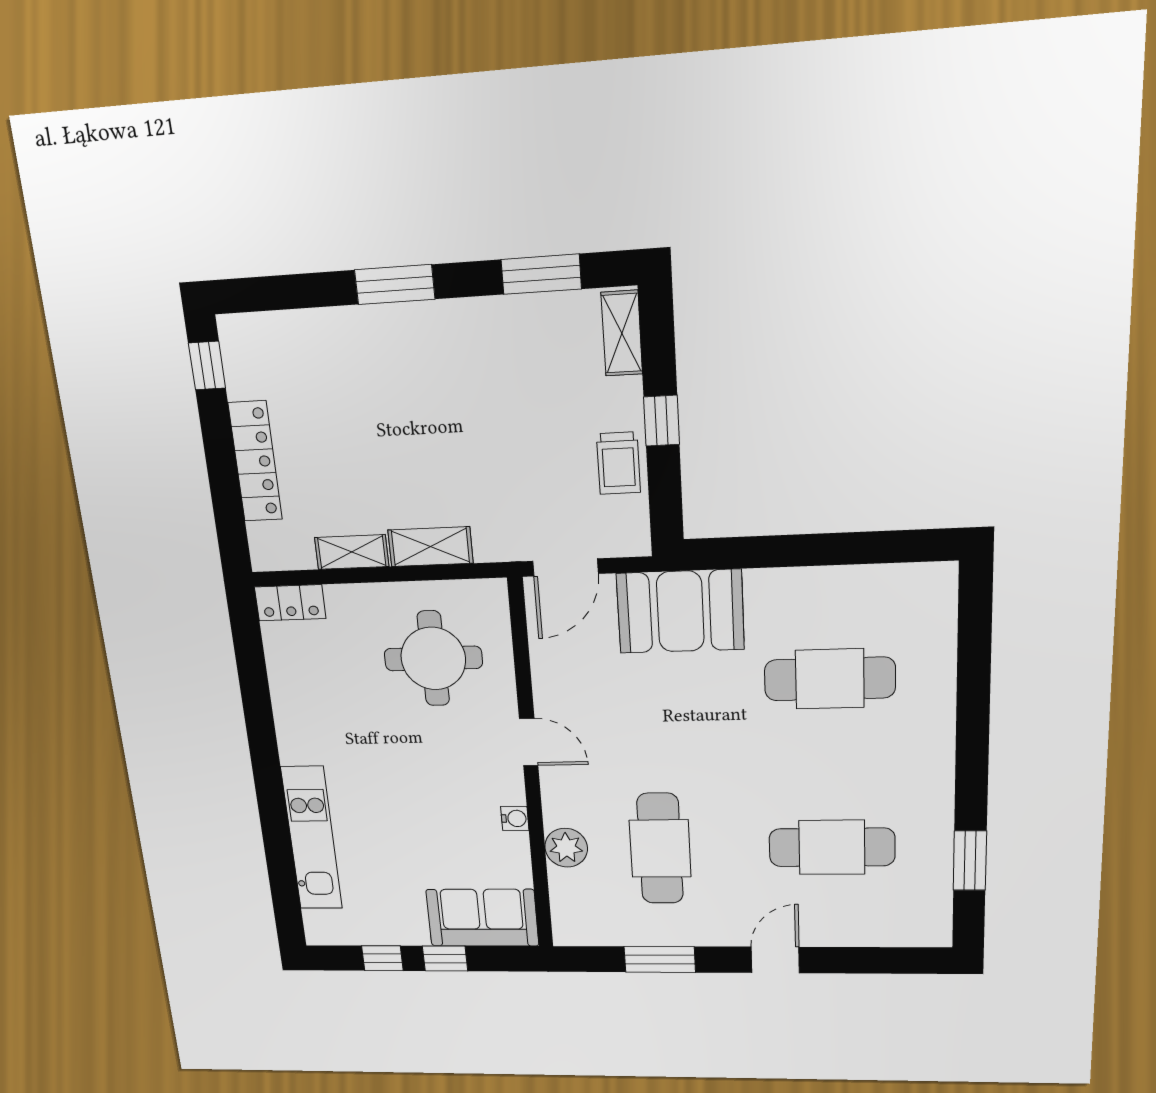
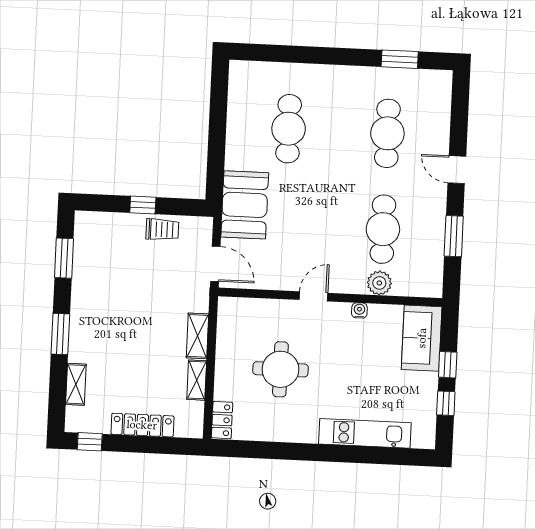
shelving: (622, 333) -> (76, 384), moved, turned 90
round table: (433, 658) -> (280, 369), moved
cafe table: (660, 849) -> (383, 229), turned 90

